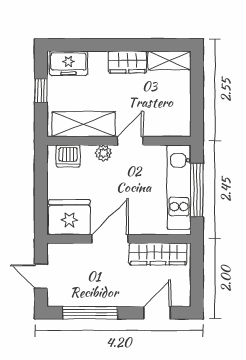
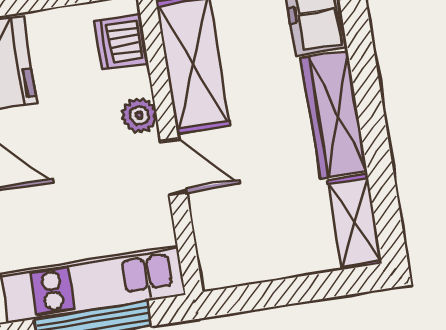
wardrobe: (127, 62) -> (334, 115), width x1.50

